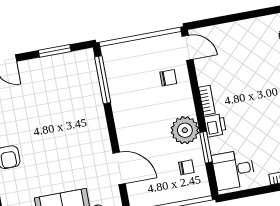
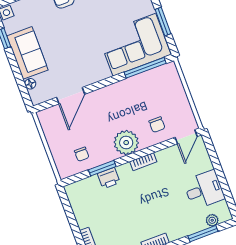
corner sofa: (75, 87) -> (134, 45), added
printer: (215, 125) -> (109, 178), moved
plant: (185, 130) -> (126, 143), moved
desk: (234, 170) -> (204, 190), moved, turned 90

